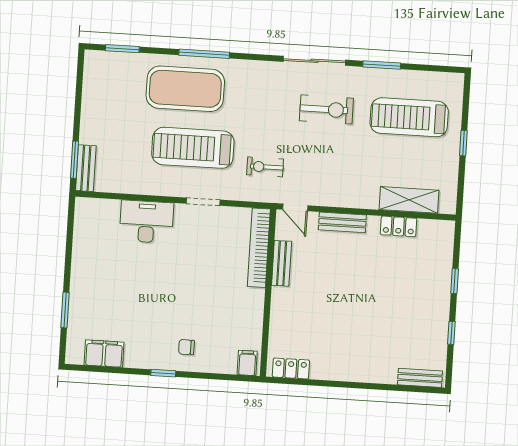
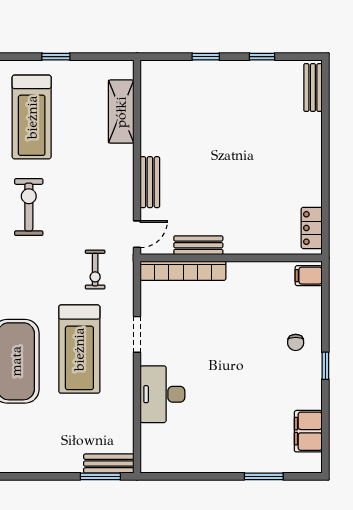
locker: (399, 226) -> (150, 121), removed

